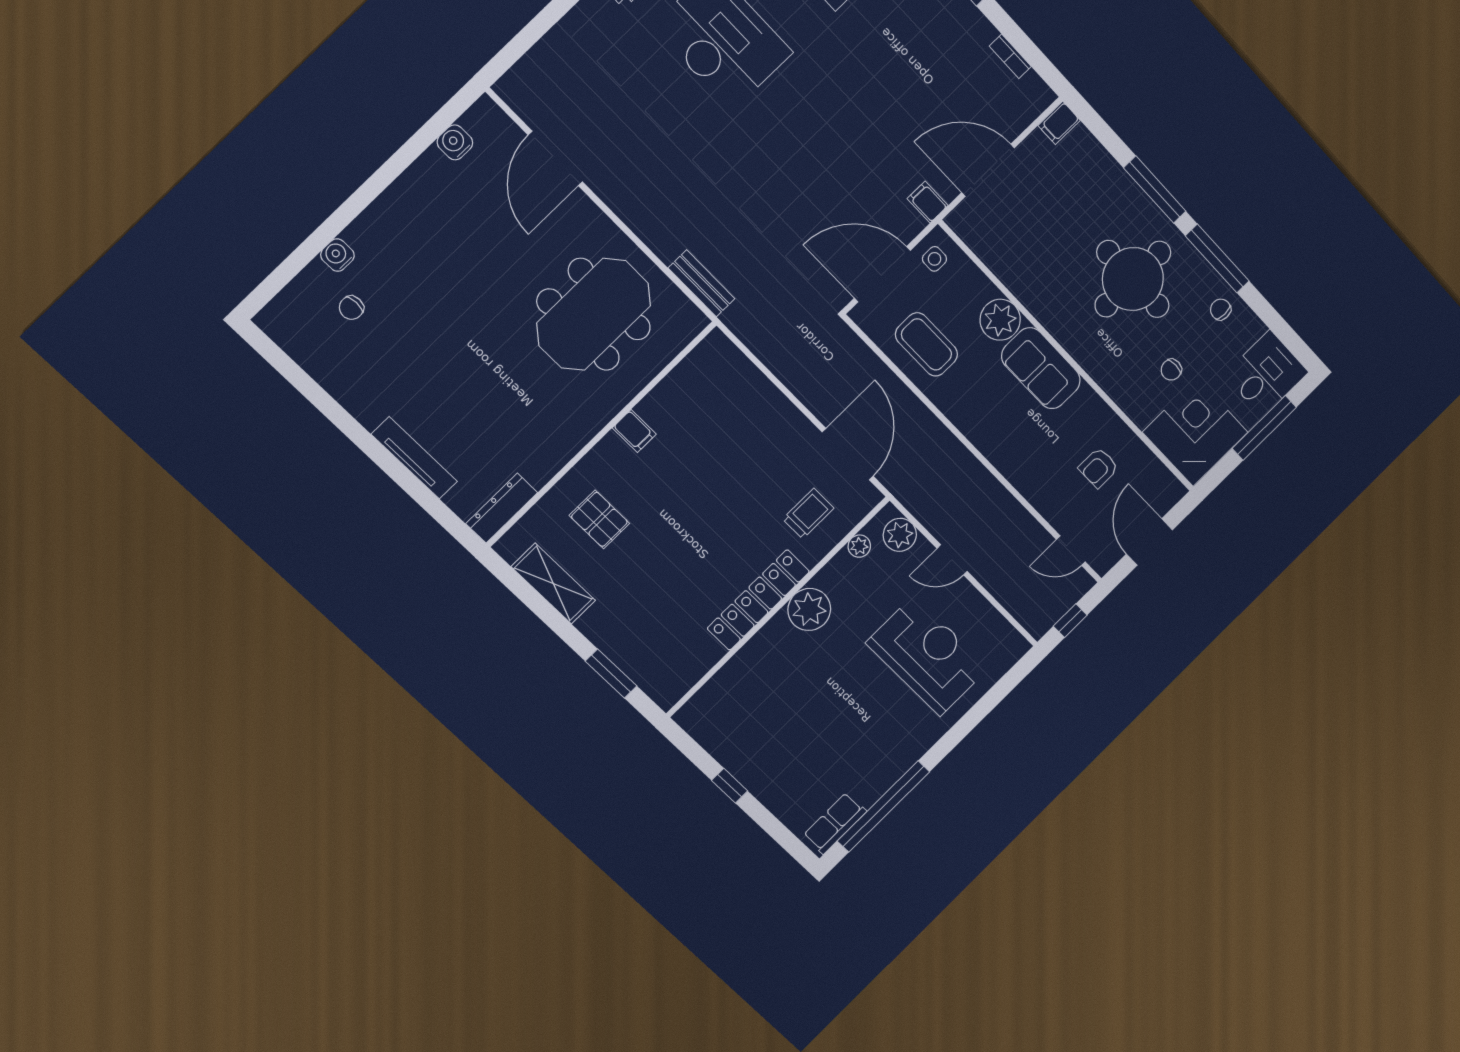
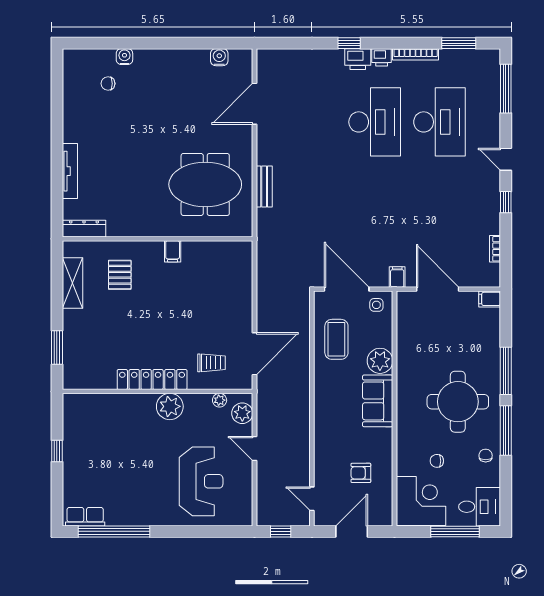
bench: (701, 283) -> (264, 187), moved

